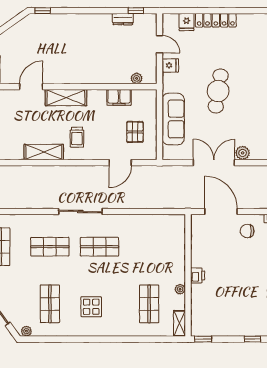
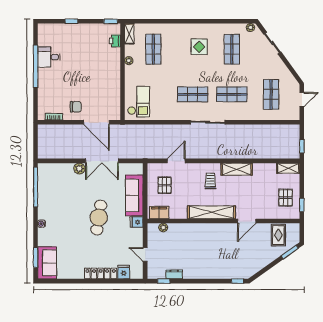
fridge: (170, 65) -> (137, 222), moved
filing cabinet: (119, 97) -> (159, 212), moved
shelving: (66, 98) -> (211, 212), width x1.47
checkout: (168, 238) -> (139, 102), added
printer: (198, 275) -> (115, 41), moved

